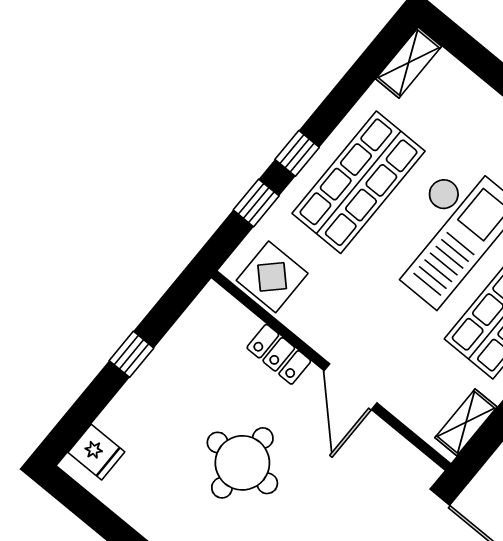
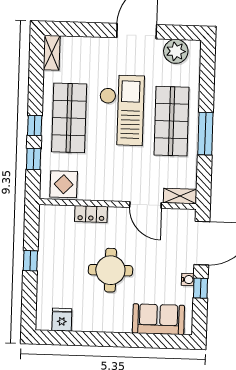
door: (351, 387) -> (145, 205), moved
shelving: (466, 422) -> (180, 196), moved, turned 90
fridge: (96, 452) -> (62, 320), moved, turned -90

